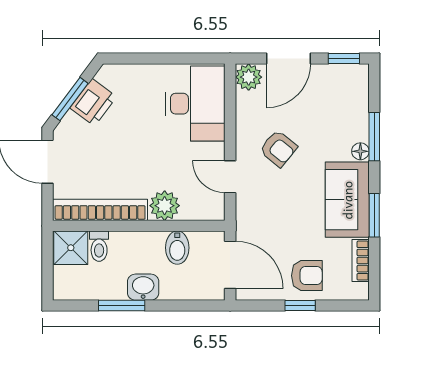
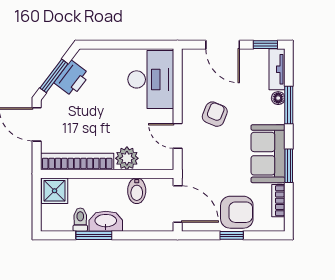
door: (288, 59) -> (223, 45), hinge flipped
plant: (249, 77) -> (192, 59), removed
tv unit: (359, 90) -> (277, 69), added
armchair: (278, 148) -> (215, 114), turned -107
floor lamp: (360, 151) -> (278, 98), moved
toilet: (99, 246) -> (80, 220), moved, turned 180
armchair: (307, 276) -> (237, 212), width x1.38, depth x1.38
washbasin: (143, 287) -> (106, 221), width x1.38

